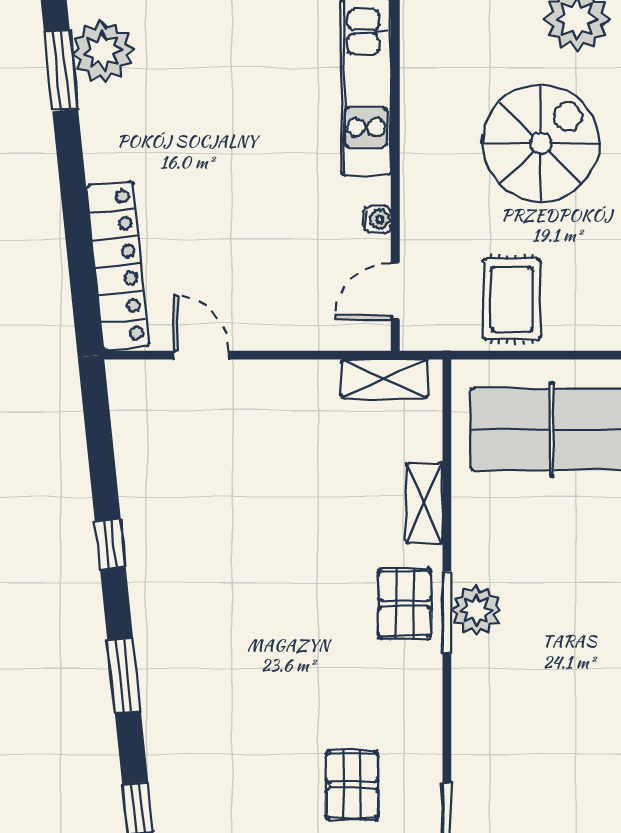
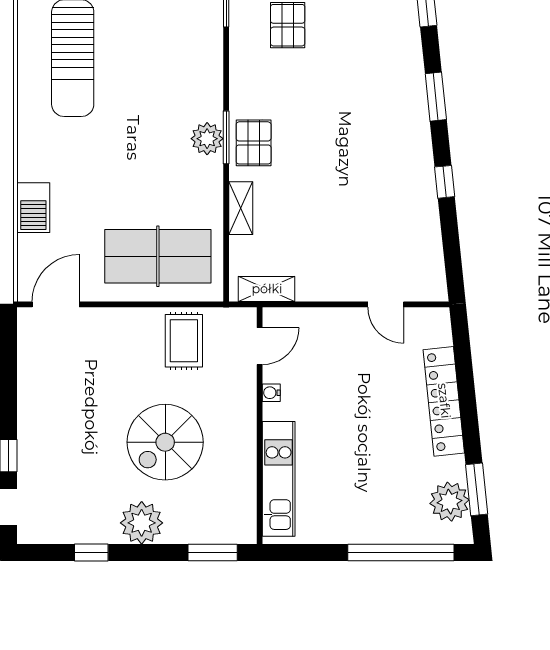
locker: (118, 266) -> (444, 401), moved

